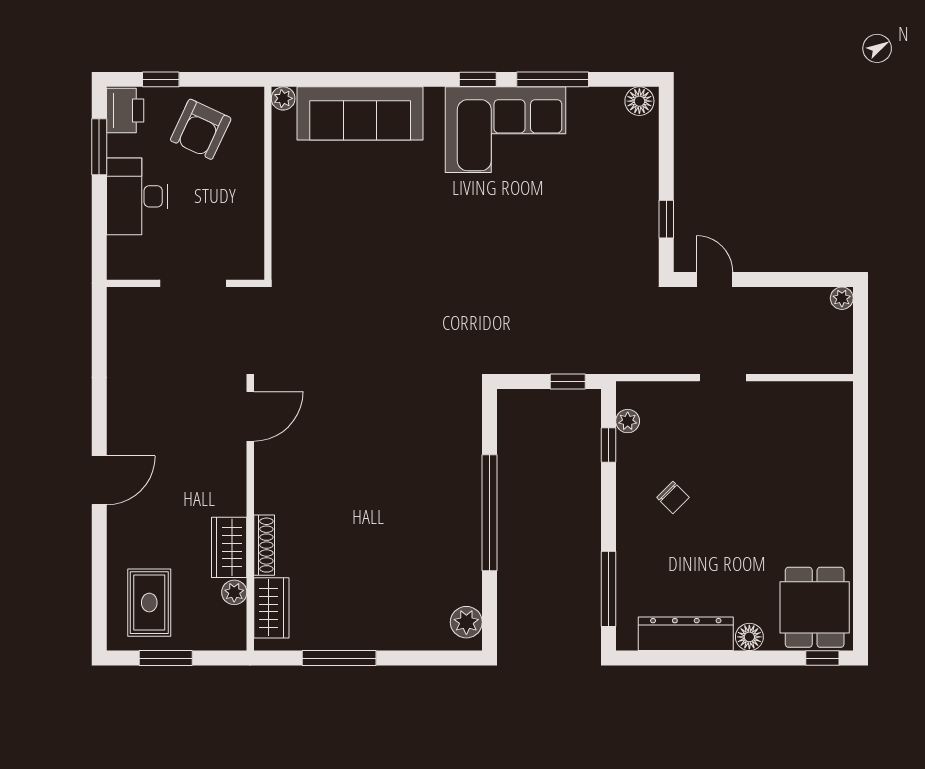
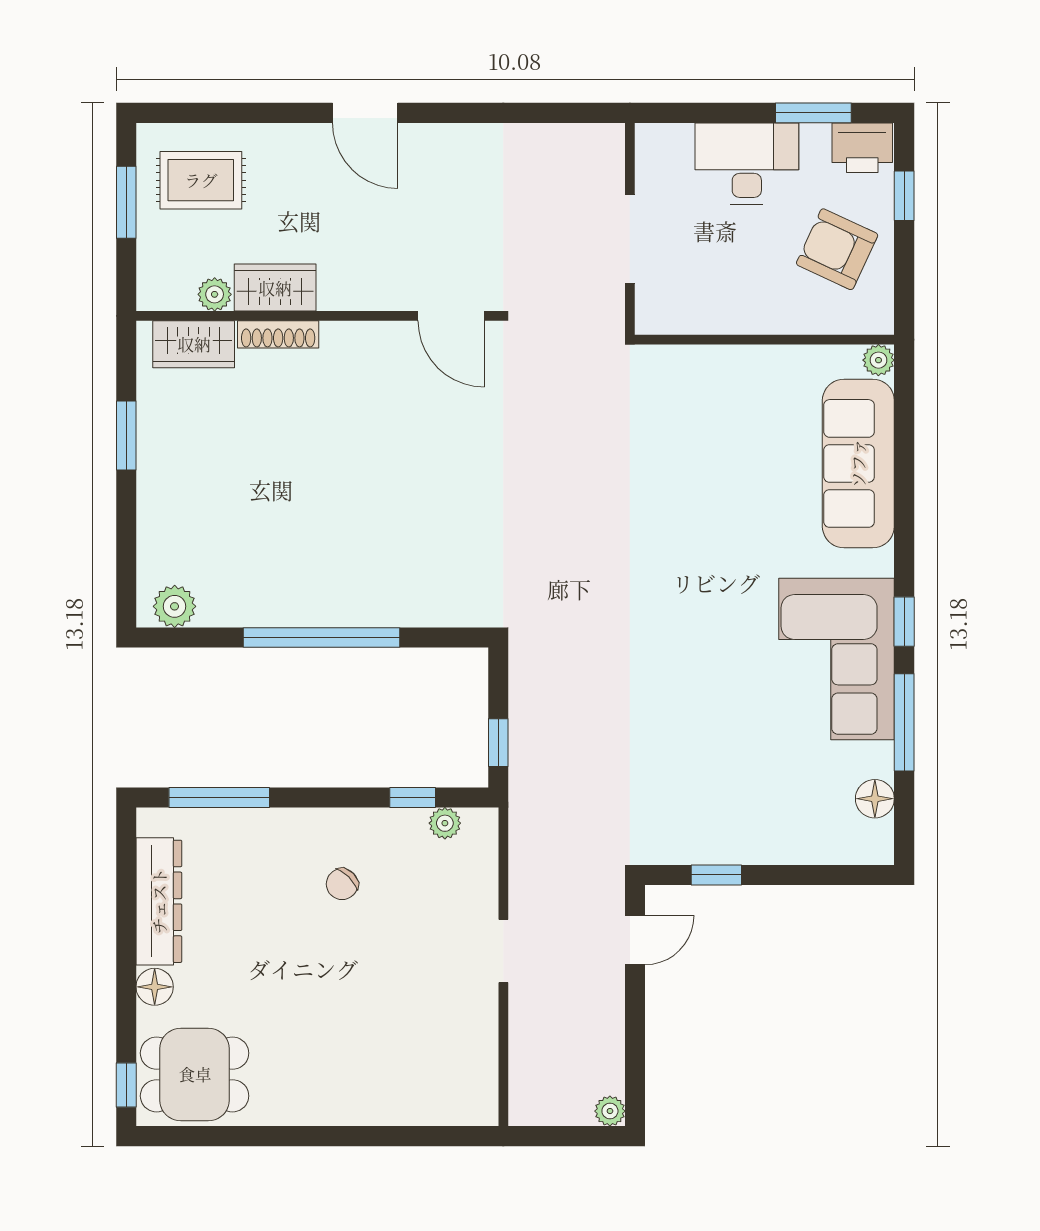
floor lamp: (639, 101) -> (875, 799), moved
window: (339, 658) -> (126, 435), width x0.69

